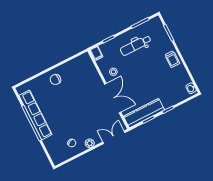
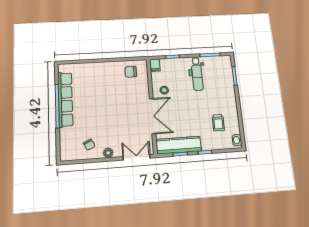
dental chair: (136, 45) -> (197, 74), turned -90
trolley: (172, 59) -> (218, 123), moved
chair: (55, 80) -> (131, 72), moved

